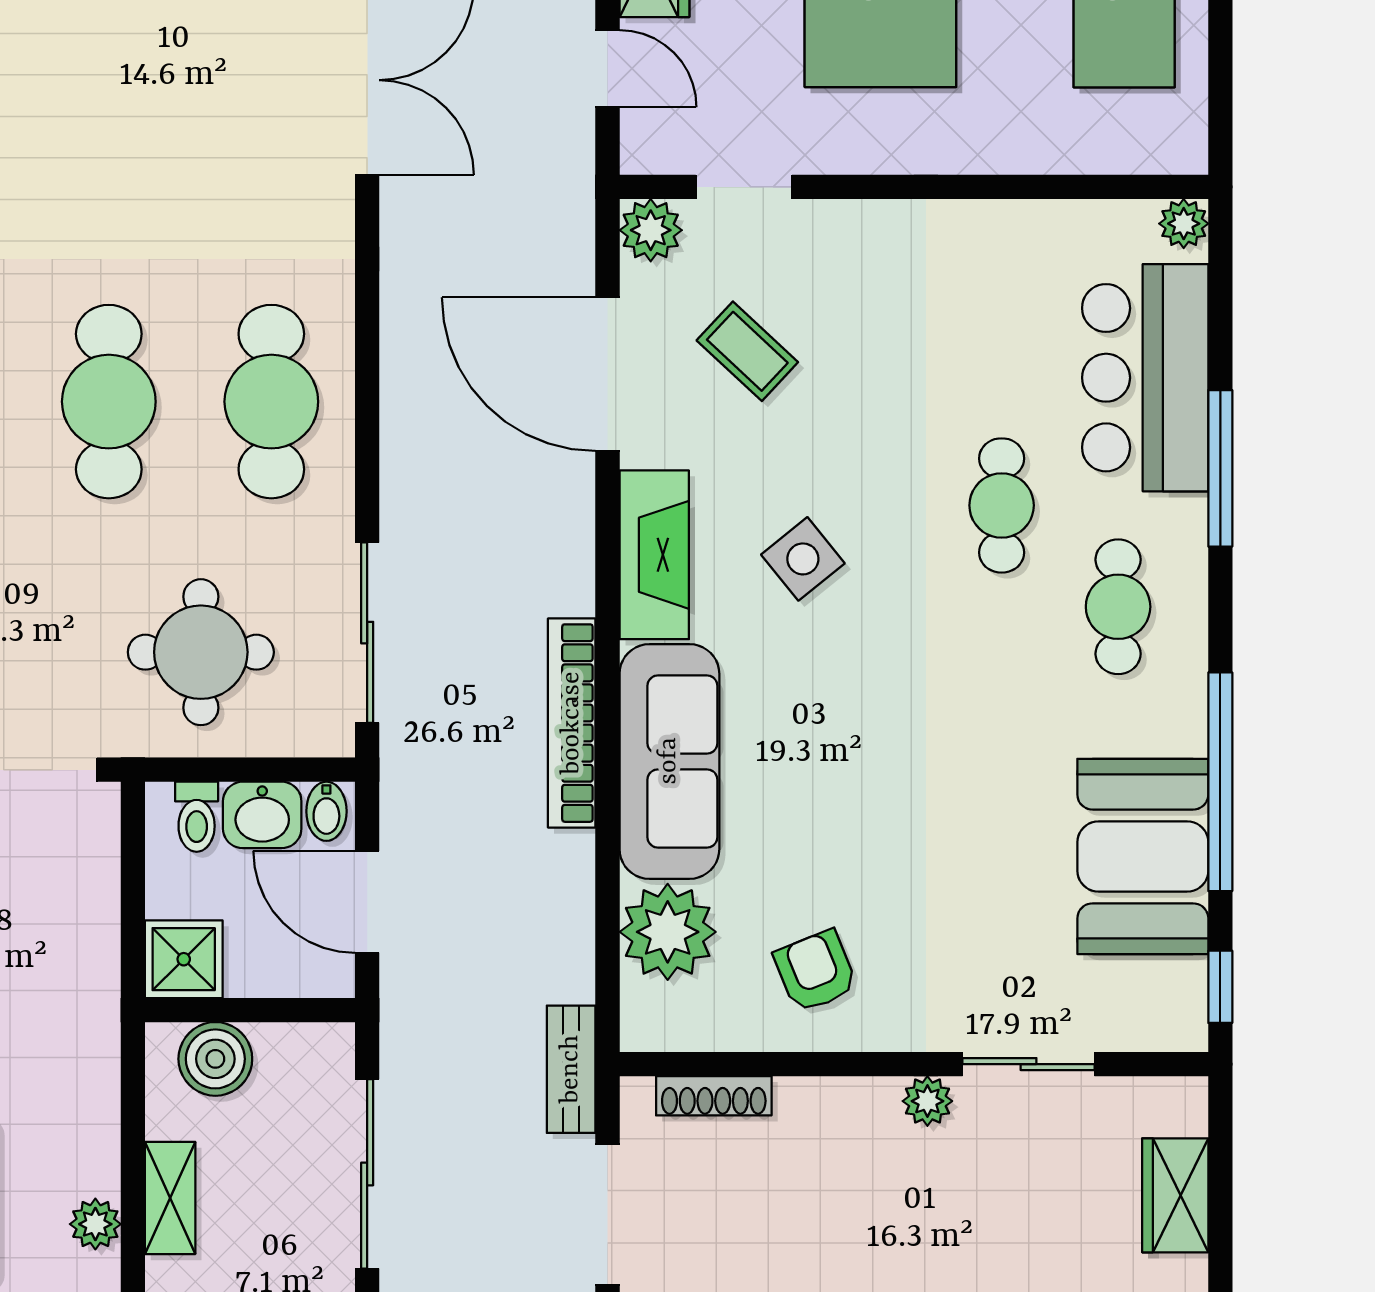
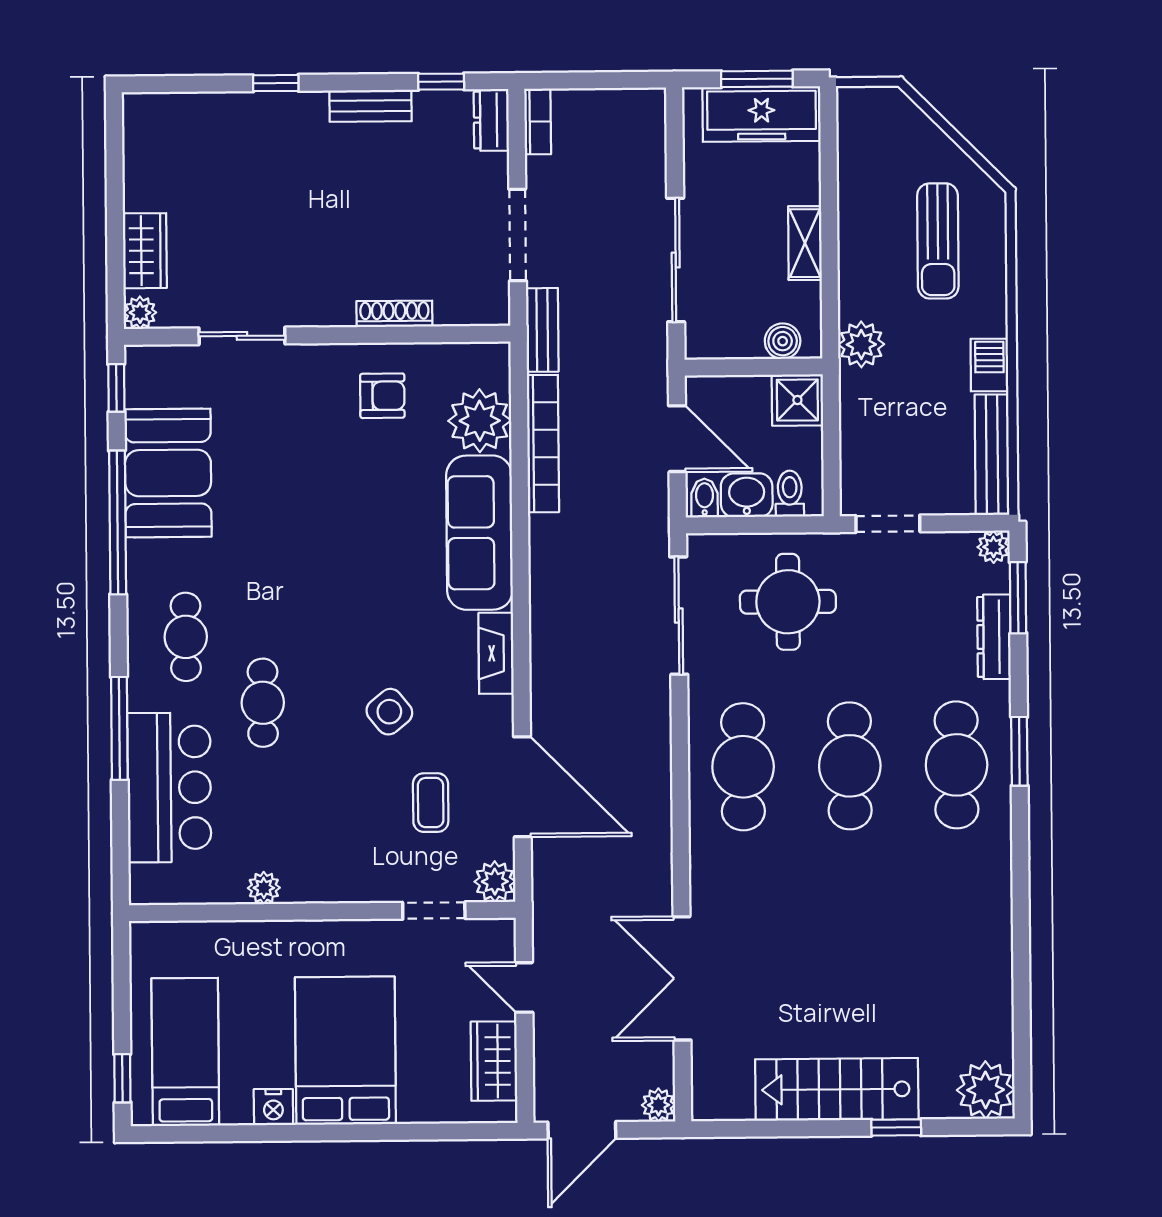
plant: (1184, 224) -> (264, 888), moved
coffee table: (747, 351) -> (431, 803), turned 47
fireplace: (654, 555) -> (496, 653), width x0.73, depth x0.76
side table: (803, 559) -> (389, 712), moved
bookcase: (572, 723) -> (543, 444), moved
armchair: (816, 971) -> (382, 396), turned -68
boiler: (215, 1059) -> (783, 341), width x0.73, depth x0.73
shoe rack: (714, 1096) -> (394, 314), moved
plant: (927, 1101) -> (140, 313), moved
plant: (95, 1224) -> (861, 344), moved, width x1.38, depth x1.38

